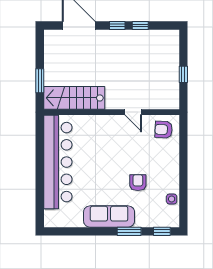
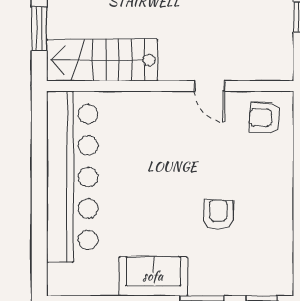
side table: (172, 199) -> (280, 244), removed
sofa: (109, 216) -> (153, 276), width x0.73

